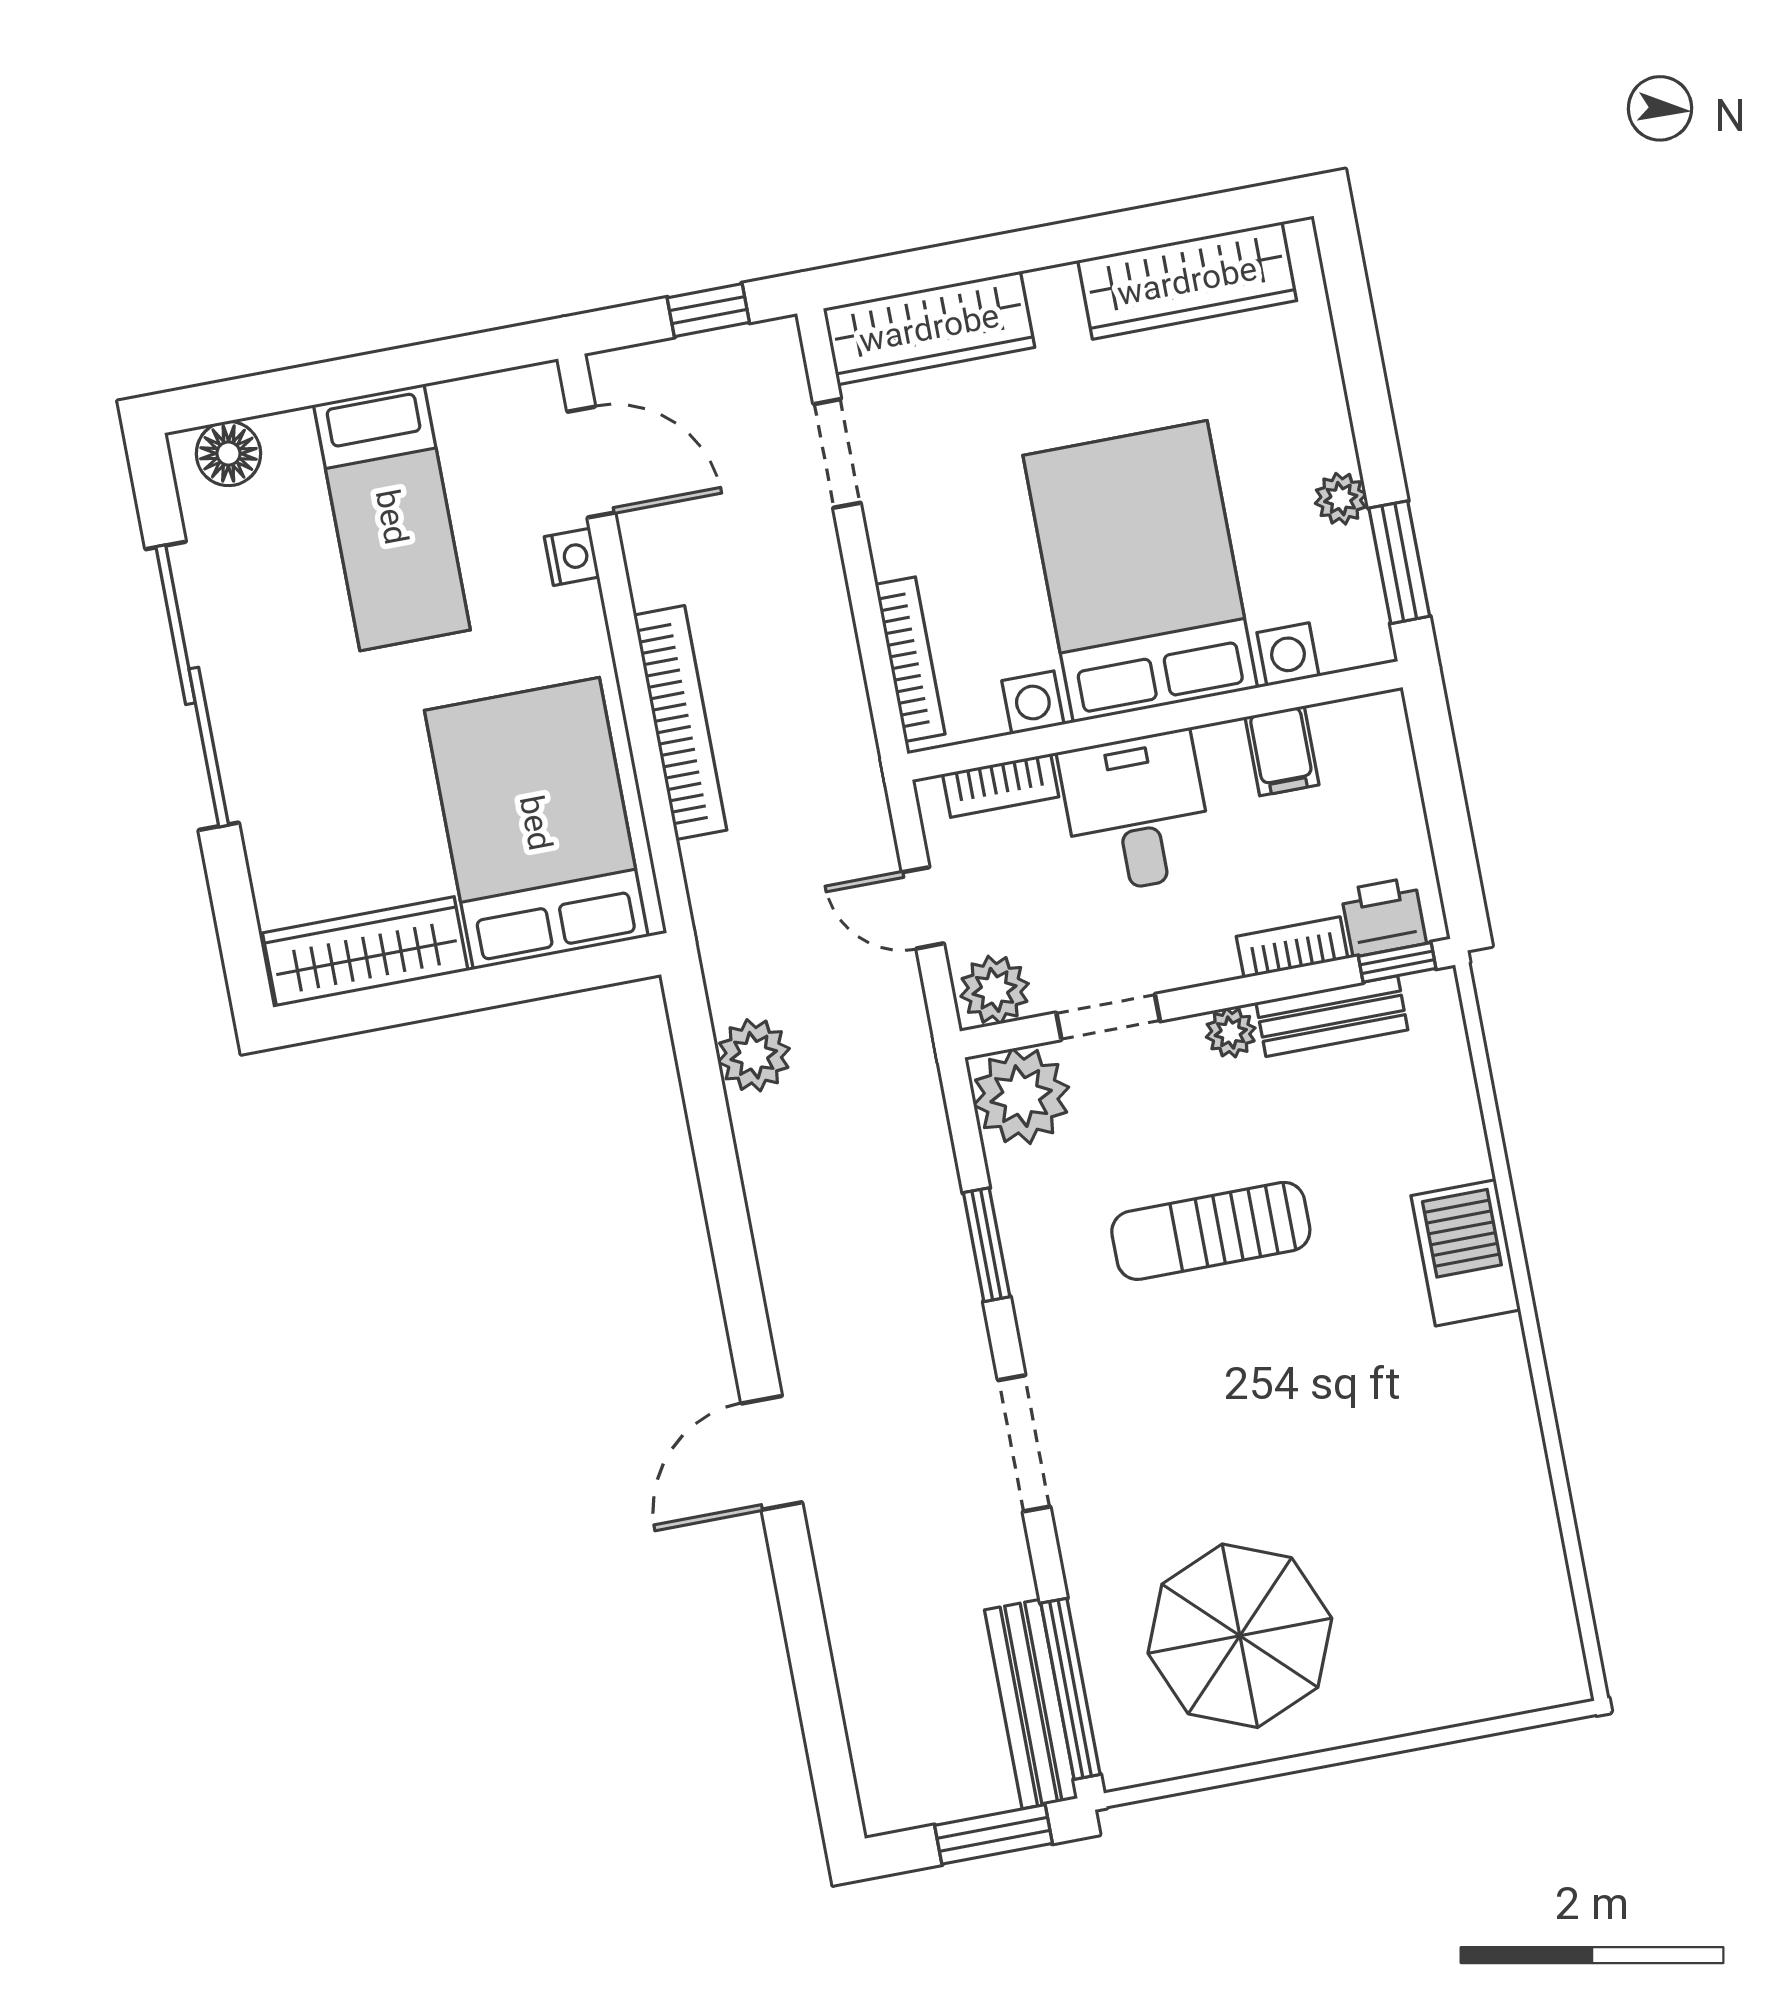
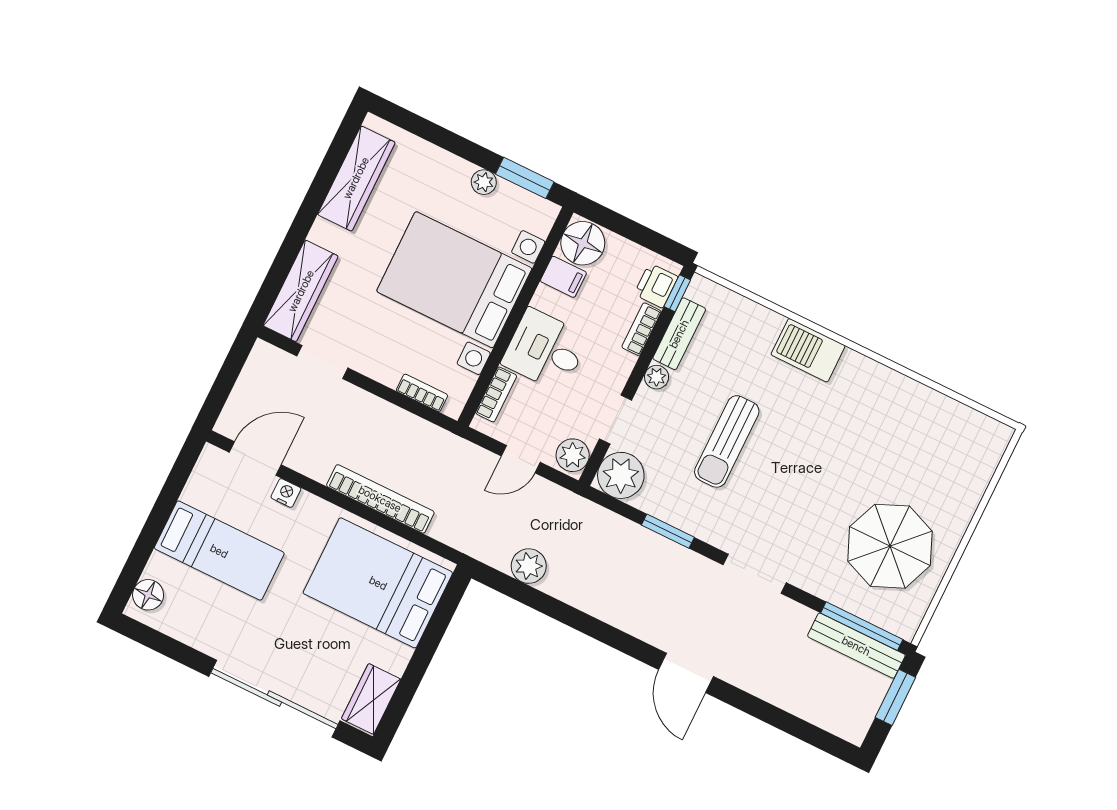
window: (708, 310) -> (231, 370), removed
bookcase: (910, 659) -> (422, 393), width x0.64
sliding door: (192, 686) -> (274, 699), moved
floor lamp: (1363, 741) -> (583, 243), added
wardrobe: (365, 952) -> (371, 699), width x0.67

